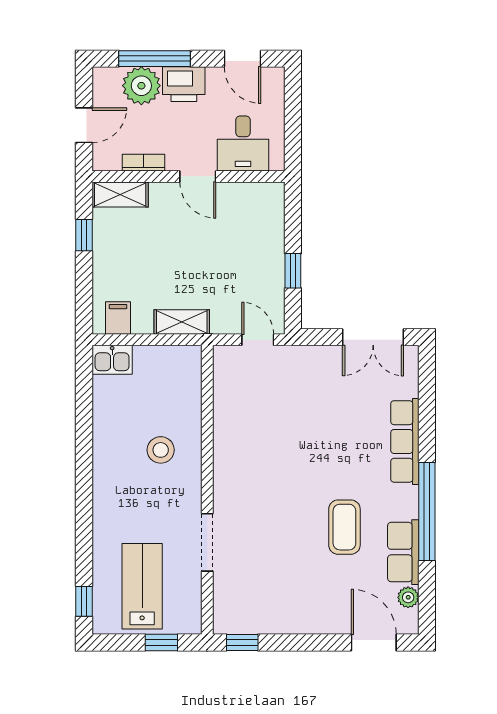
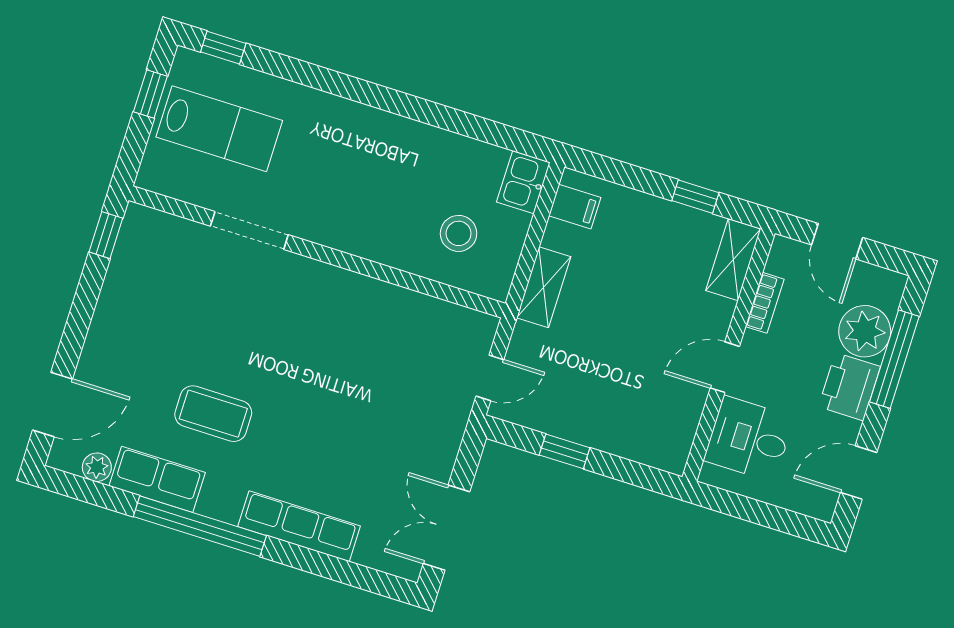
stool: (161, 450) -> (459, 233), moved
window: (161, 643) -> (150, 94), moved

